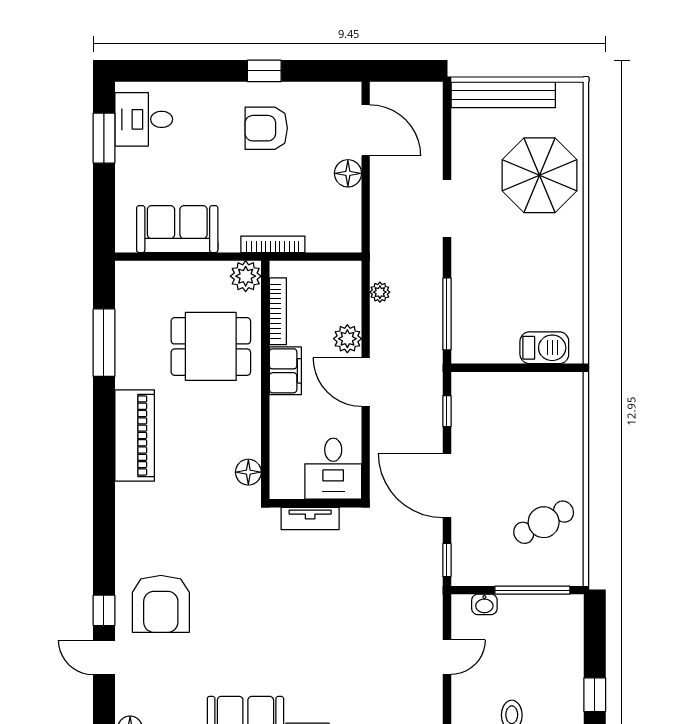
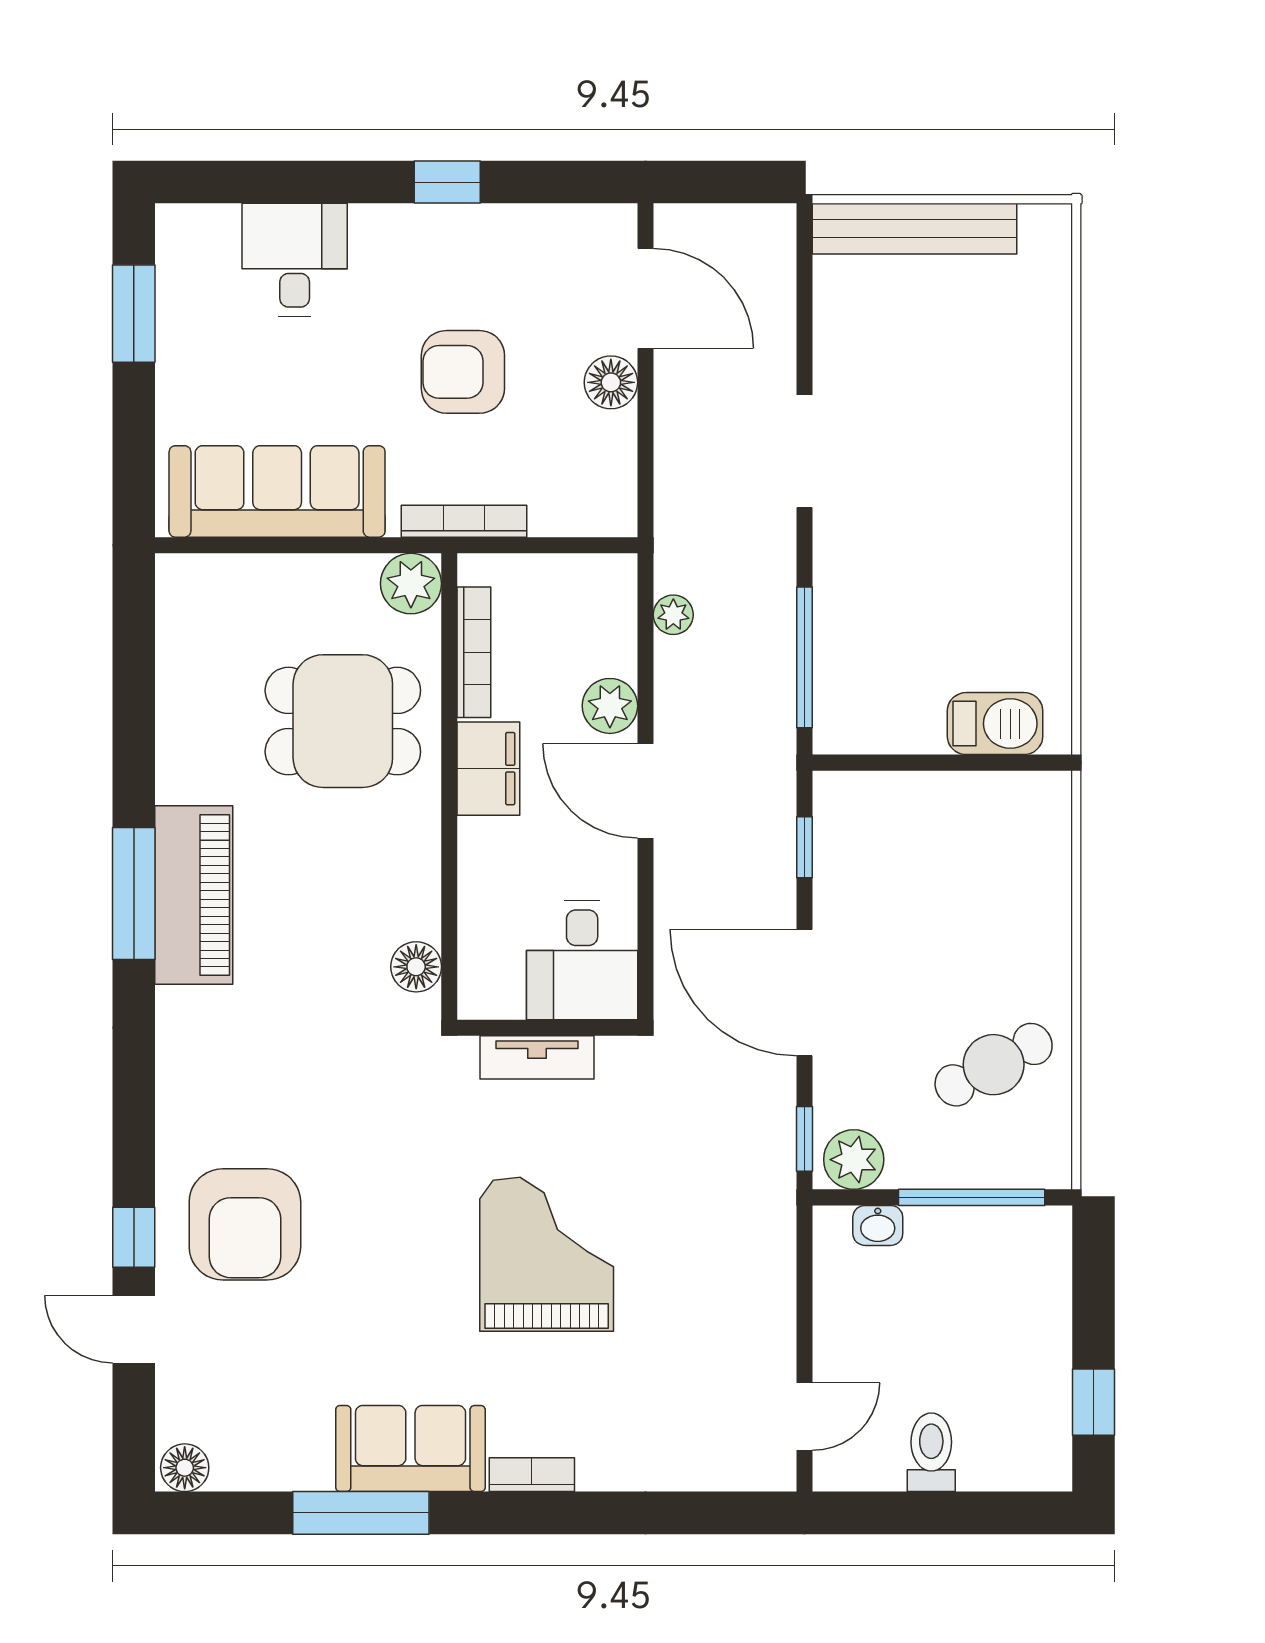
desk: (144, 119) -> (295, 260), moved, turned 90
armchair: (266, 128) -> (463, 372), moved
parasol: (540, 175) -> (986, 386), removed
sofa: (177, 229) -> (277, 491), width x1.36
window: (104, 343) -> (134, 894), moved
plant: (472, 571) -> (854, 1160), added
grand piano: (315, 619) -> (547, 1254), added
door: (447, 657) -> (805, 1417), moved

